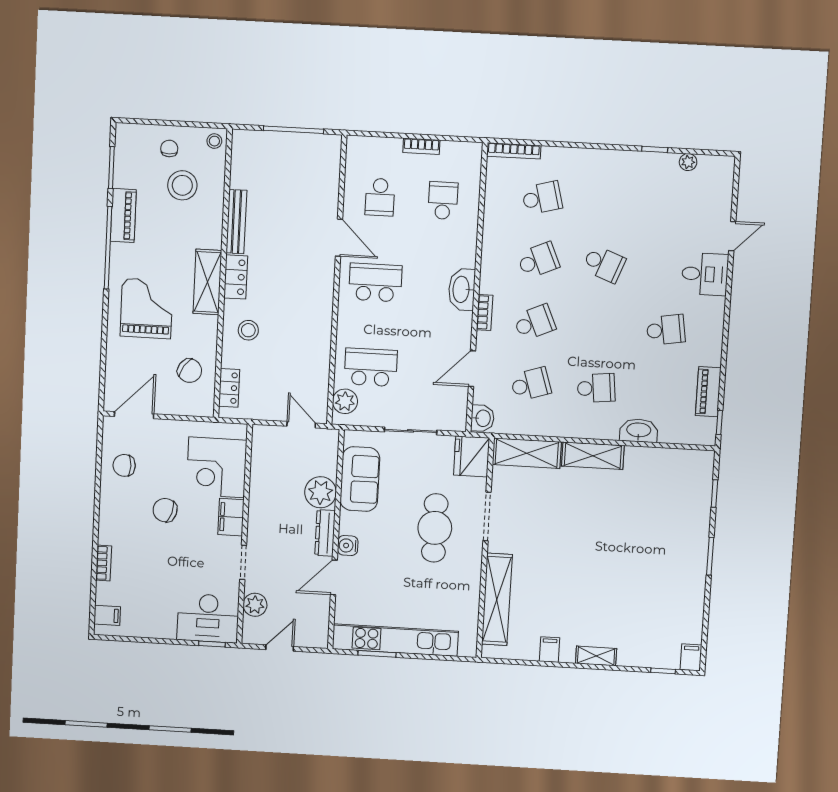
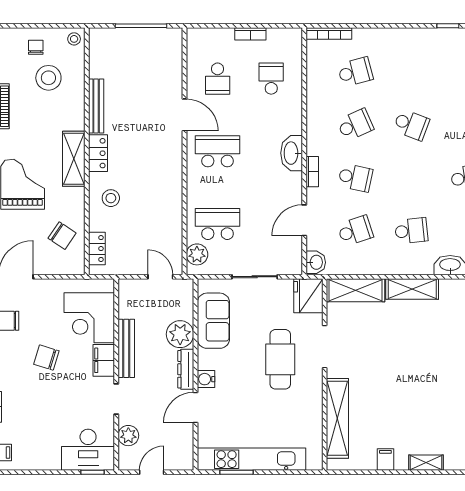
school desk: (534, 322) -> (355, 178), turned 36
bench: (258, 505) -> (126, 348), added

